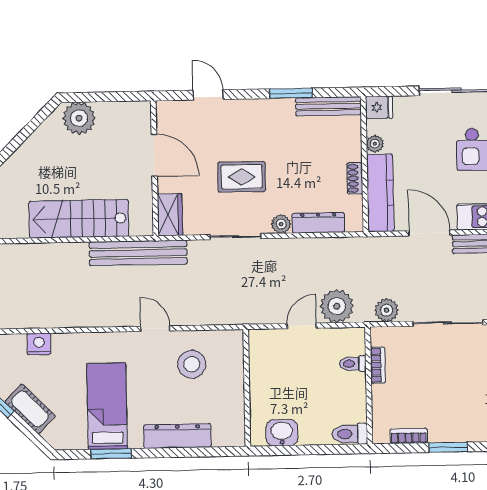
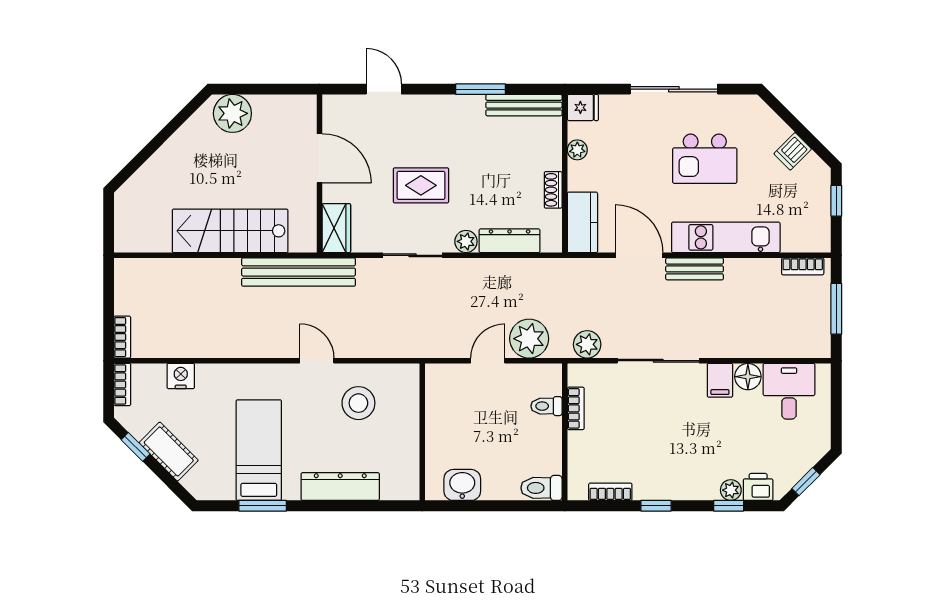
kitchen counter: (380, 193) -> (582, 222), width x0.67
window: (448, 447) -> (656, 506), width x0.67

